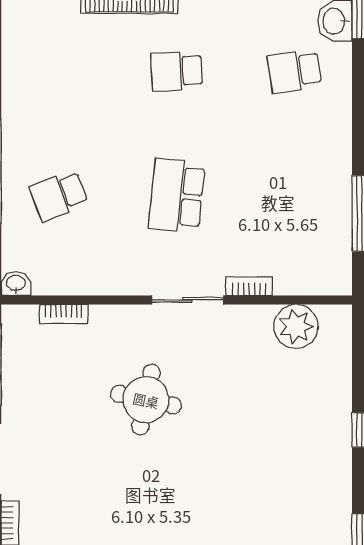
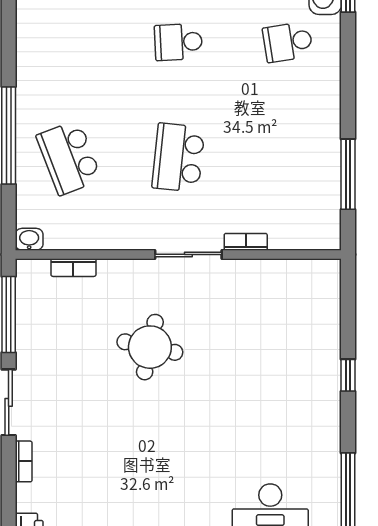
school desk: (59, 196) -> (69, 158), width x1.85
plant: (296, 326) -> (289, 279), removed

